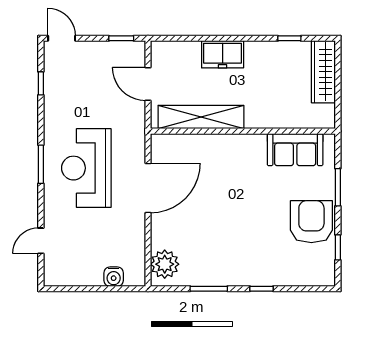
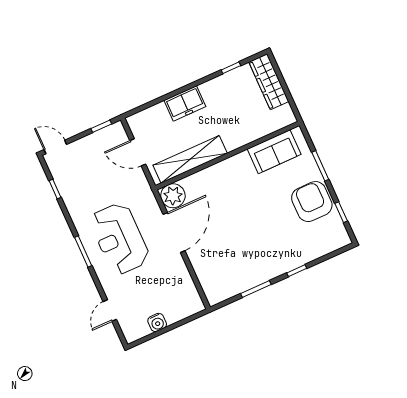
plant: (165, 264) -> (173, 196), moved
water cooler: (114, 277) -> (157, 322), moved

